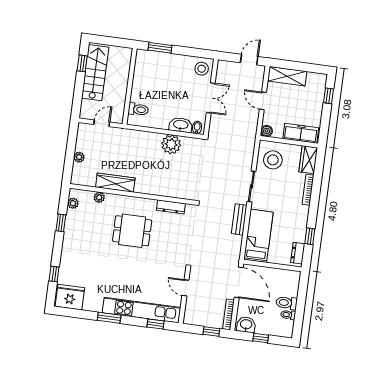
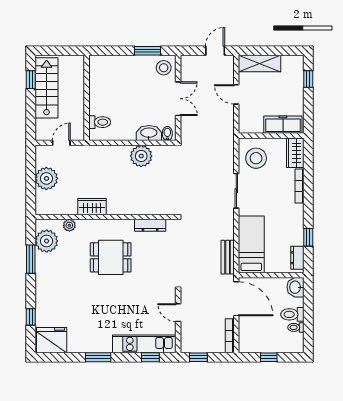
window: (160, 48) -> (148, 51), moved
boiler: (267, 131) -> (245, 127), removed
plant: (79, 157) -> (46, 178), width x1.87, depth x1.87
wardrobe: (115, 183) -> (92, 207), width x0.67
plant: (73, 203) -> (47, 241), width x1.88, depth x1.88
bench: (239, 219) -> (228, 257), moved
window: (61, 223) -> (31, 259), width x1.50
kitchen unit: (142, 310) -> (144, 344), width x0.73
washbasin: (246, 325) -> (295, 287), moved, turned -90
window: (211, 331) -> (198, 357), moved

